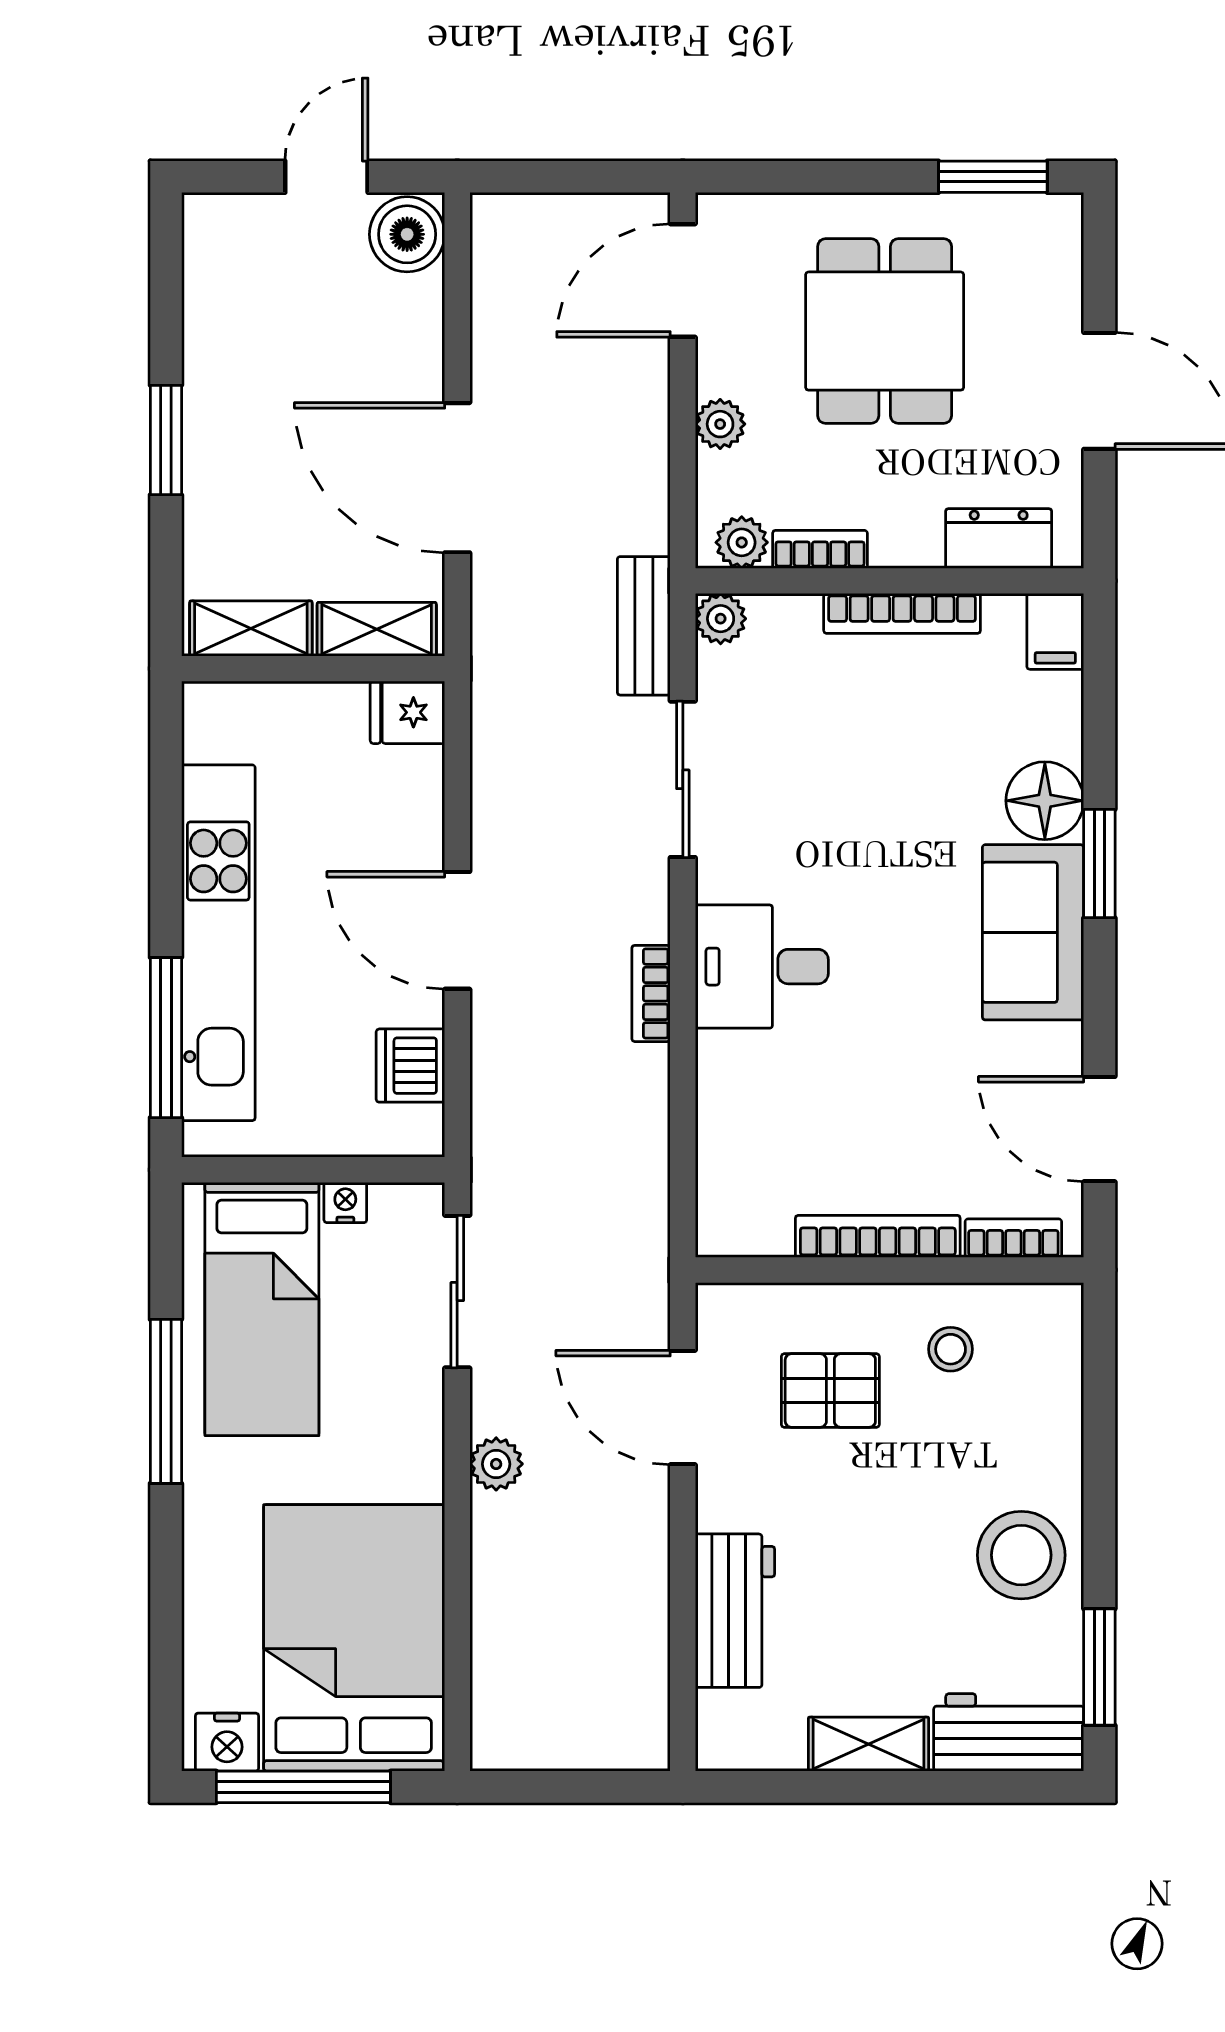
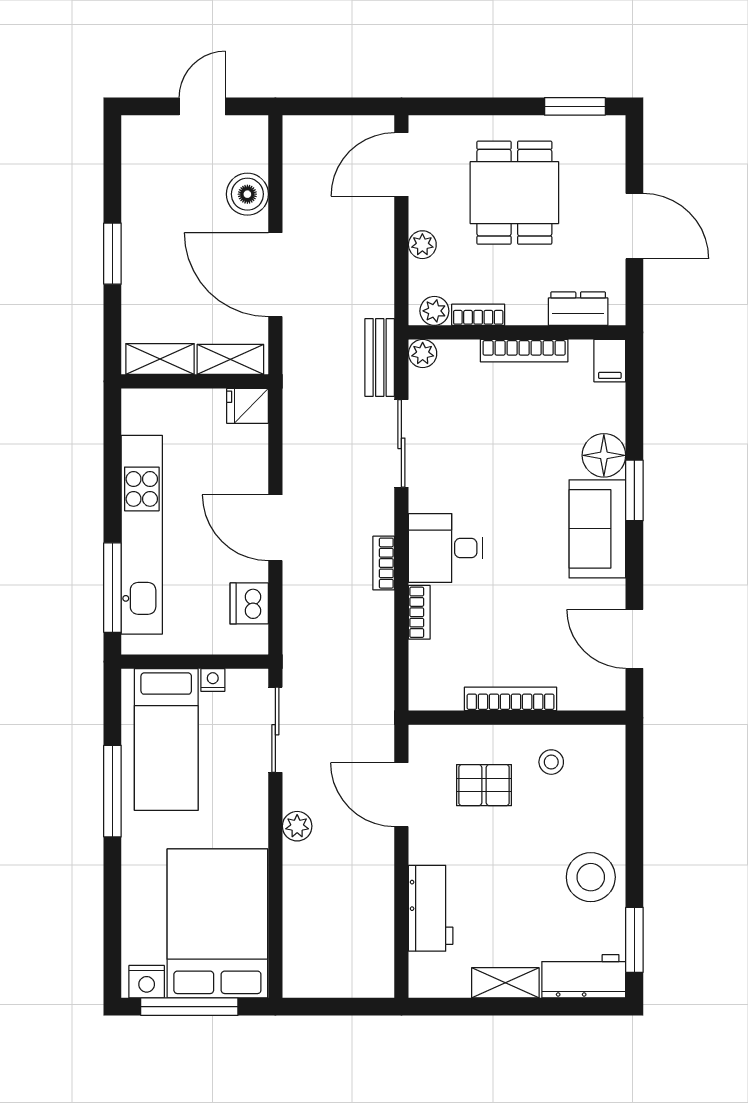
boiler: (407, 234) -> (247, 194), moved
bookcase: (1013, 1238) -> (419, 612), moved, turned 90

